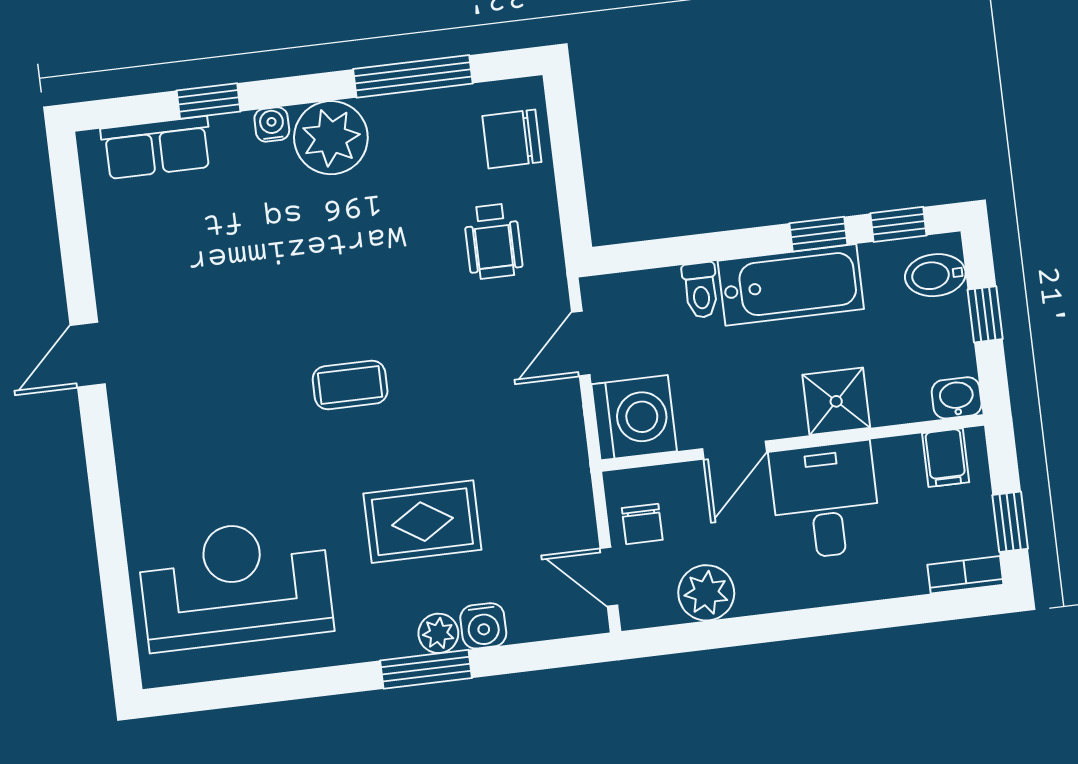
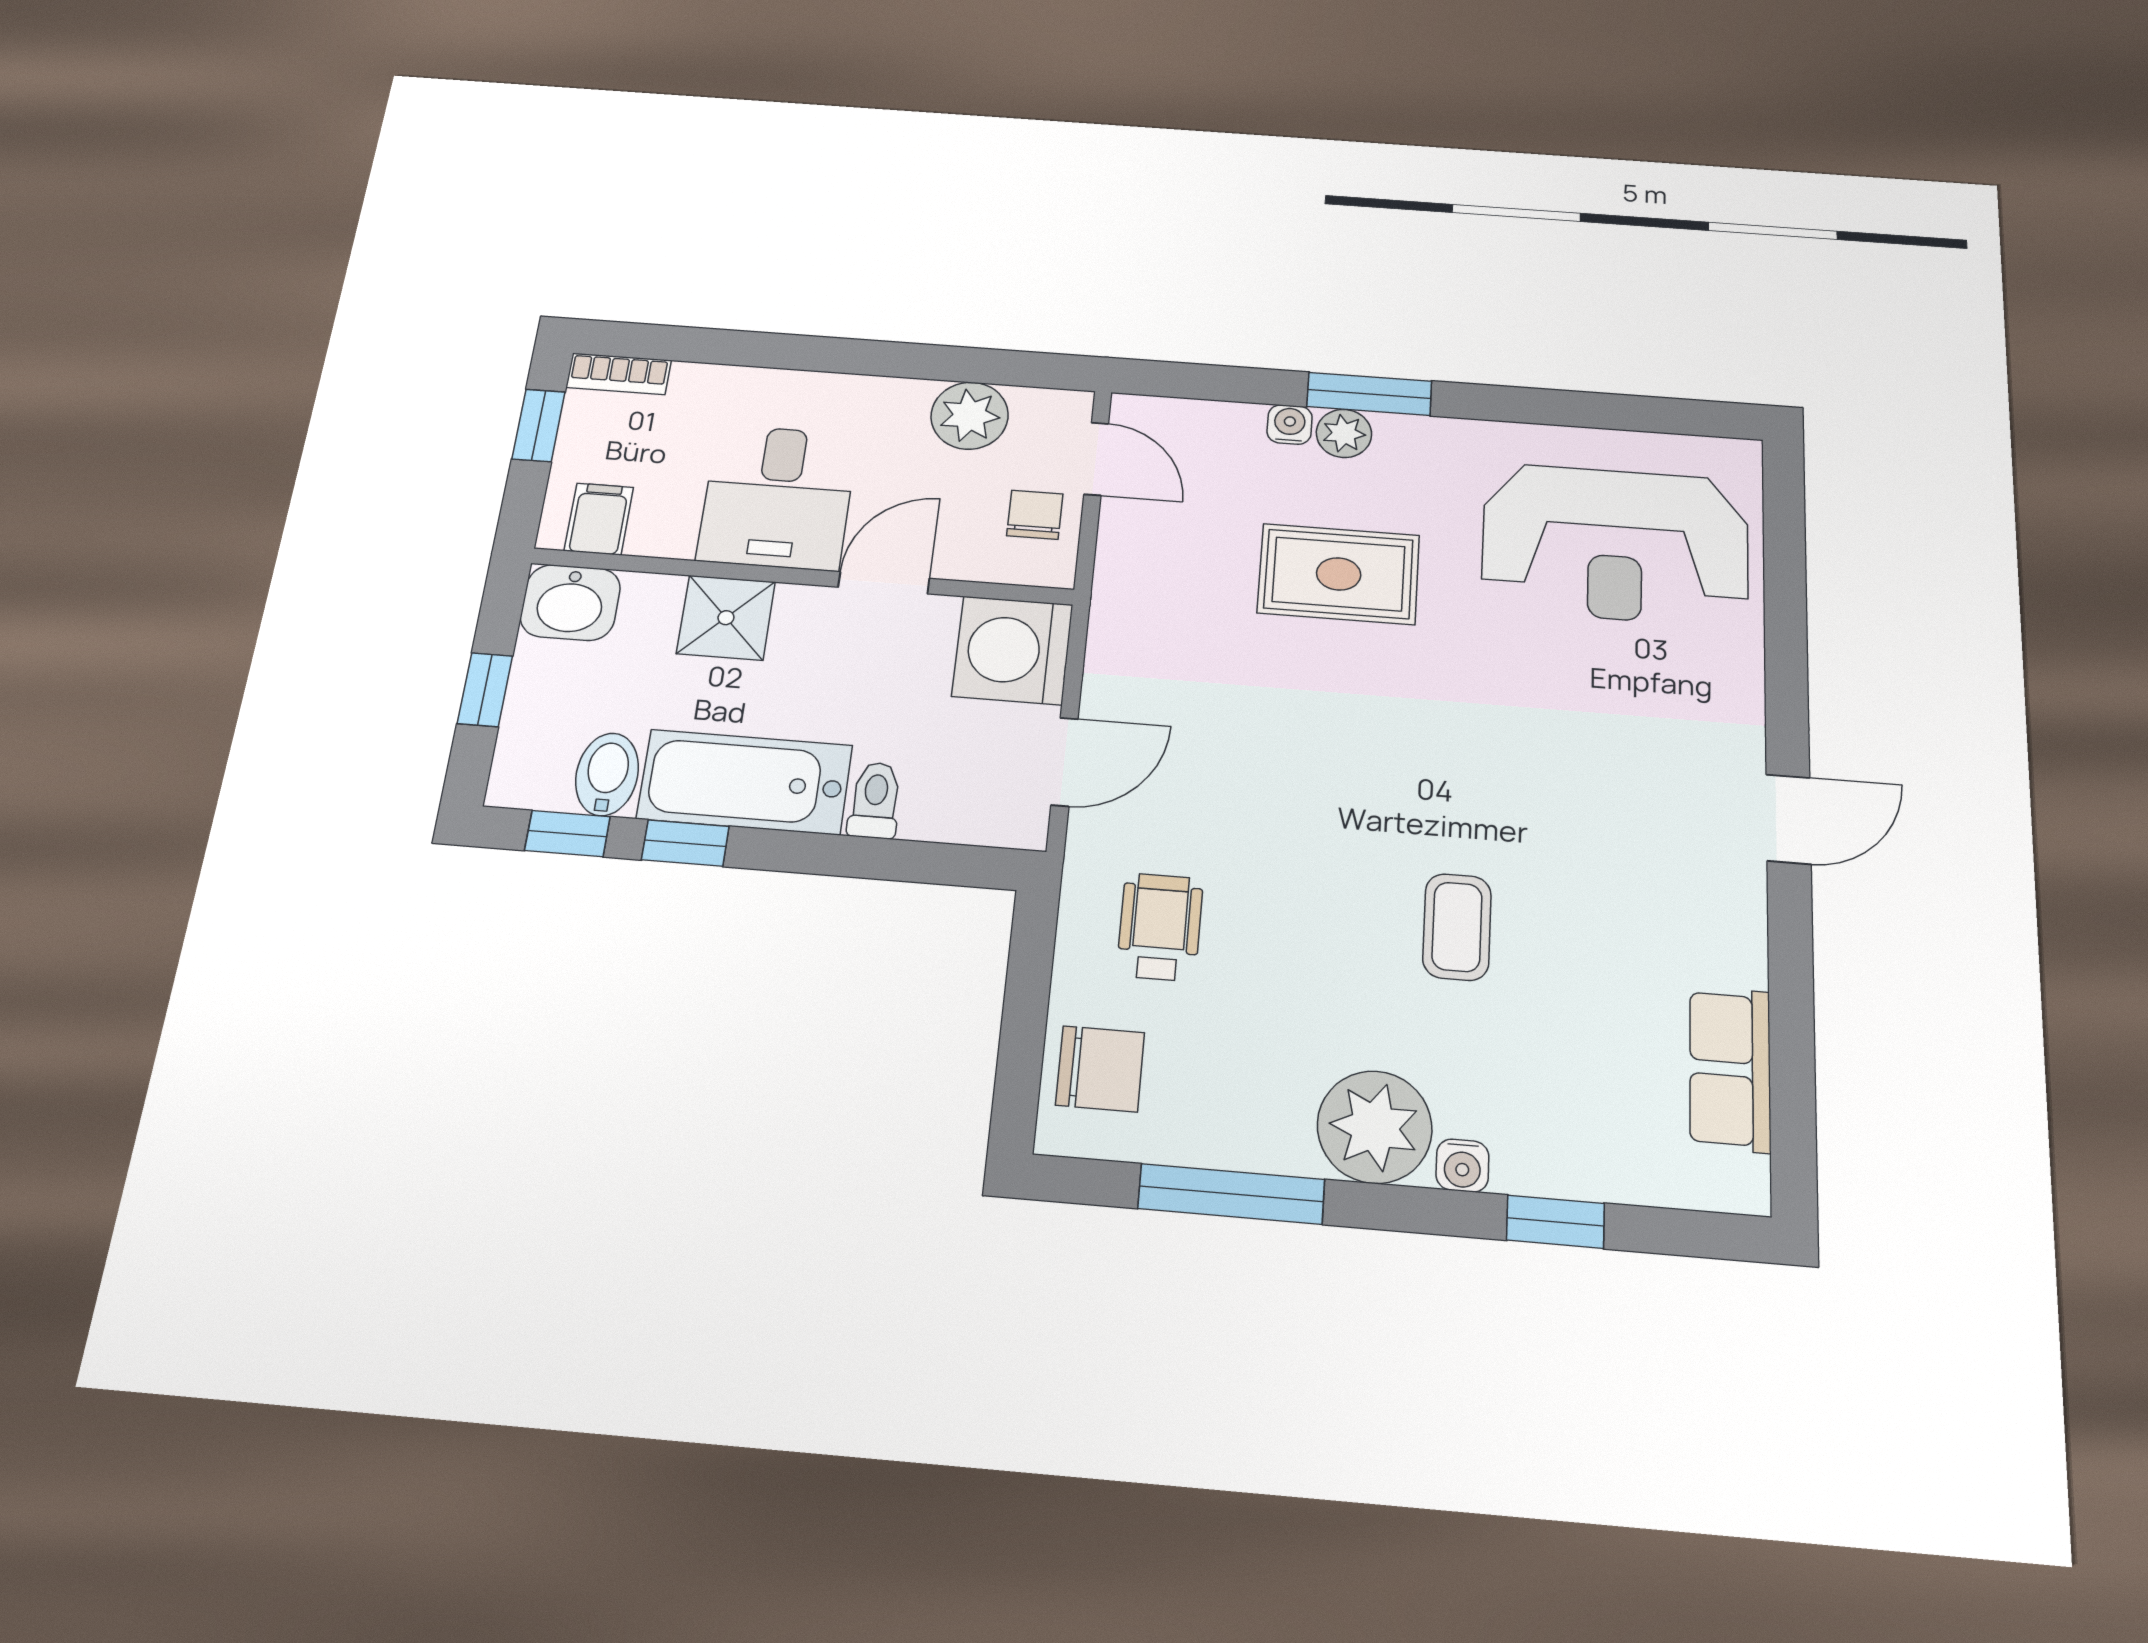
row of seats: (157, 148) -> (1730, 1069), moved, turned -90
bidet: (935, 275) -> (607, 774), moved, turned -90
door: (88, 355) -> (1788, 819), moved
coffee table: (350, 385) -> (1457, 927), moved, turned 90
washbasin: (957, 398) -> (570, 603), width x1.38, depth x1.45
water cooler: (483, 626) -> (1290, 425), width x0.72, depth x0.72

